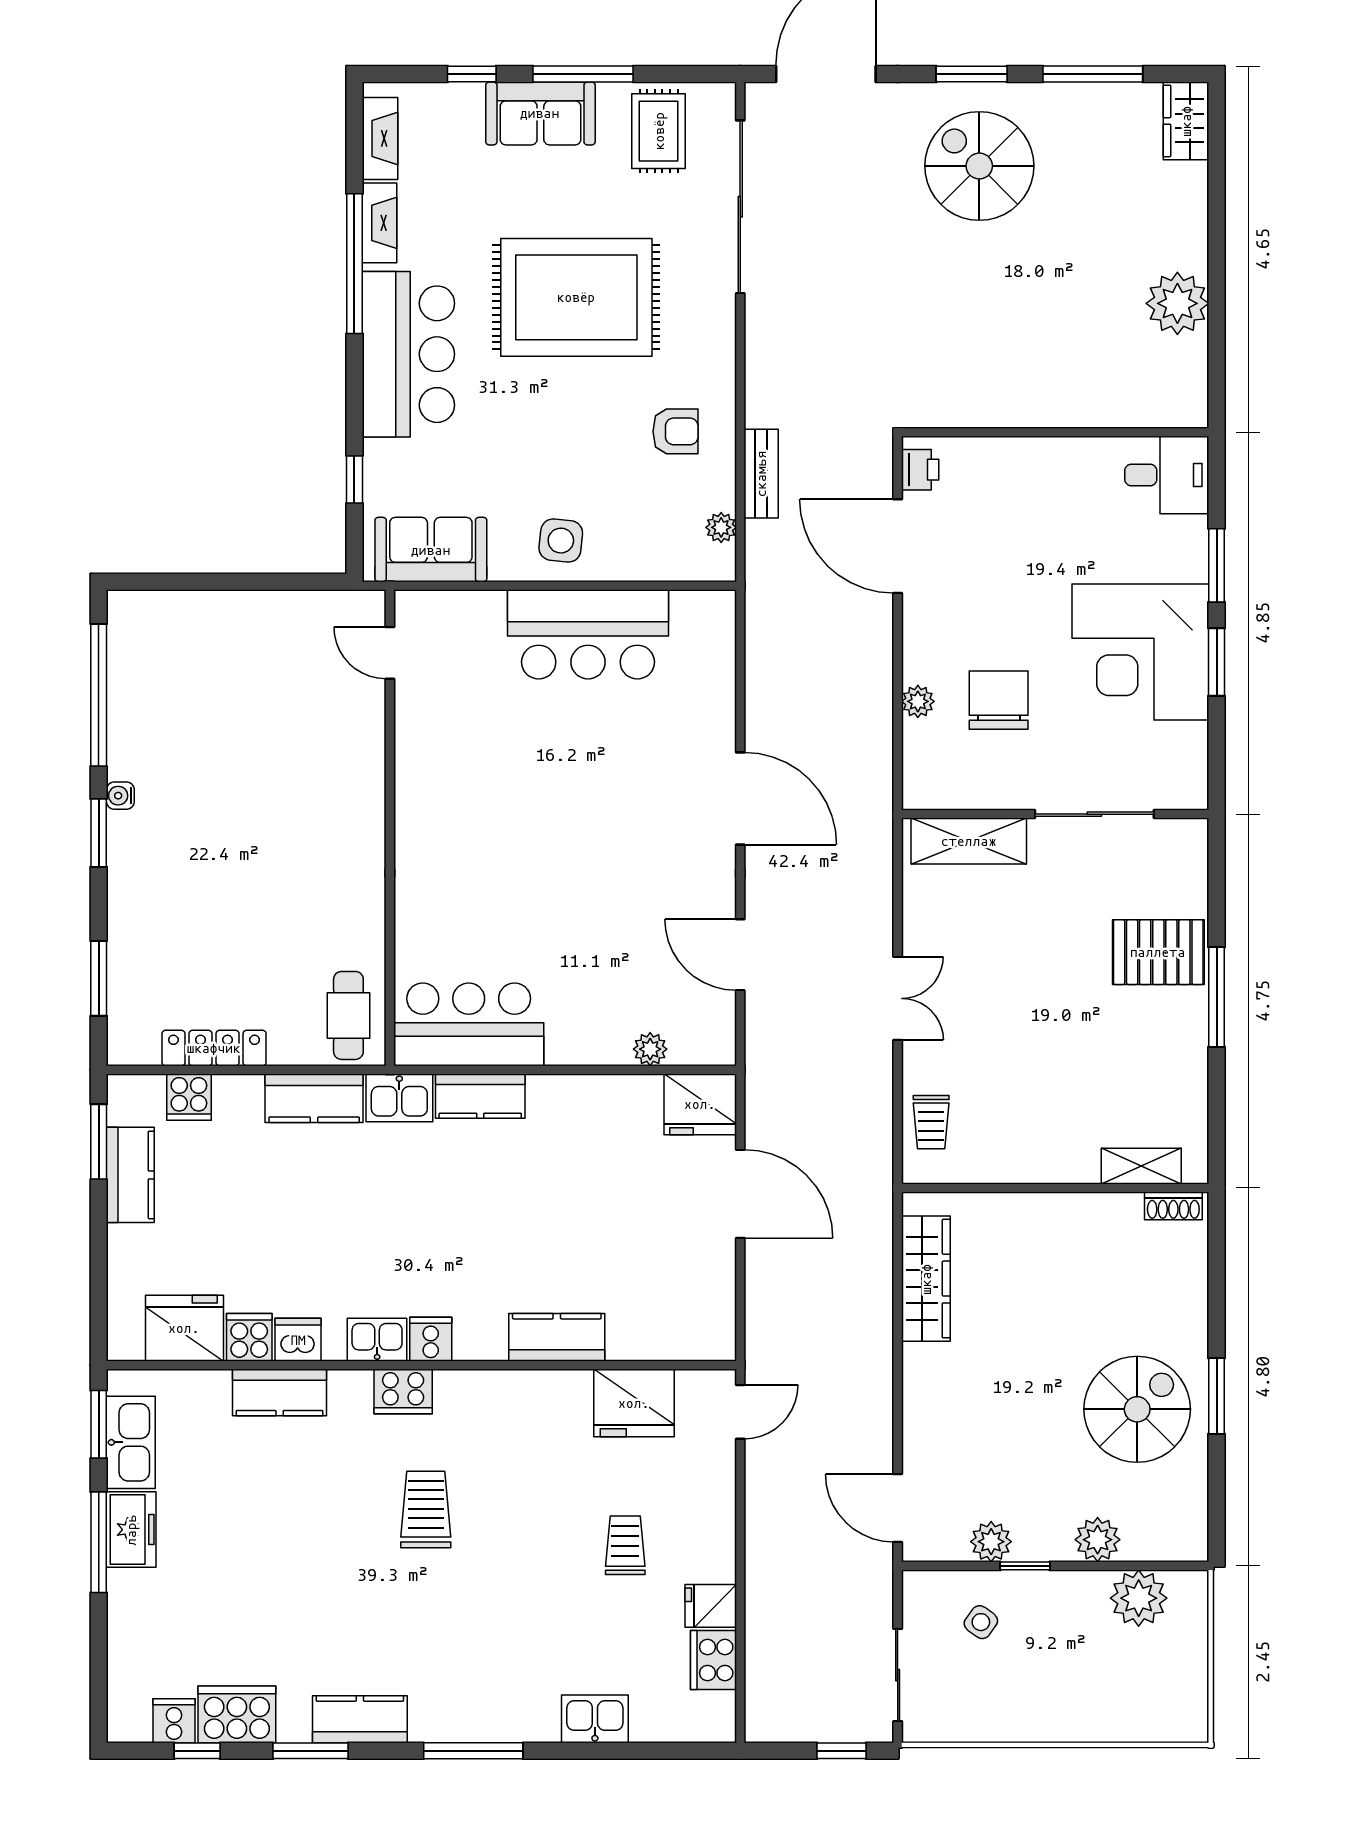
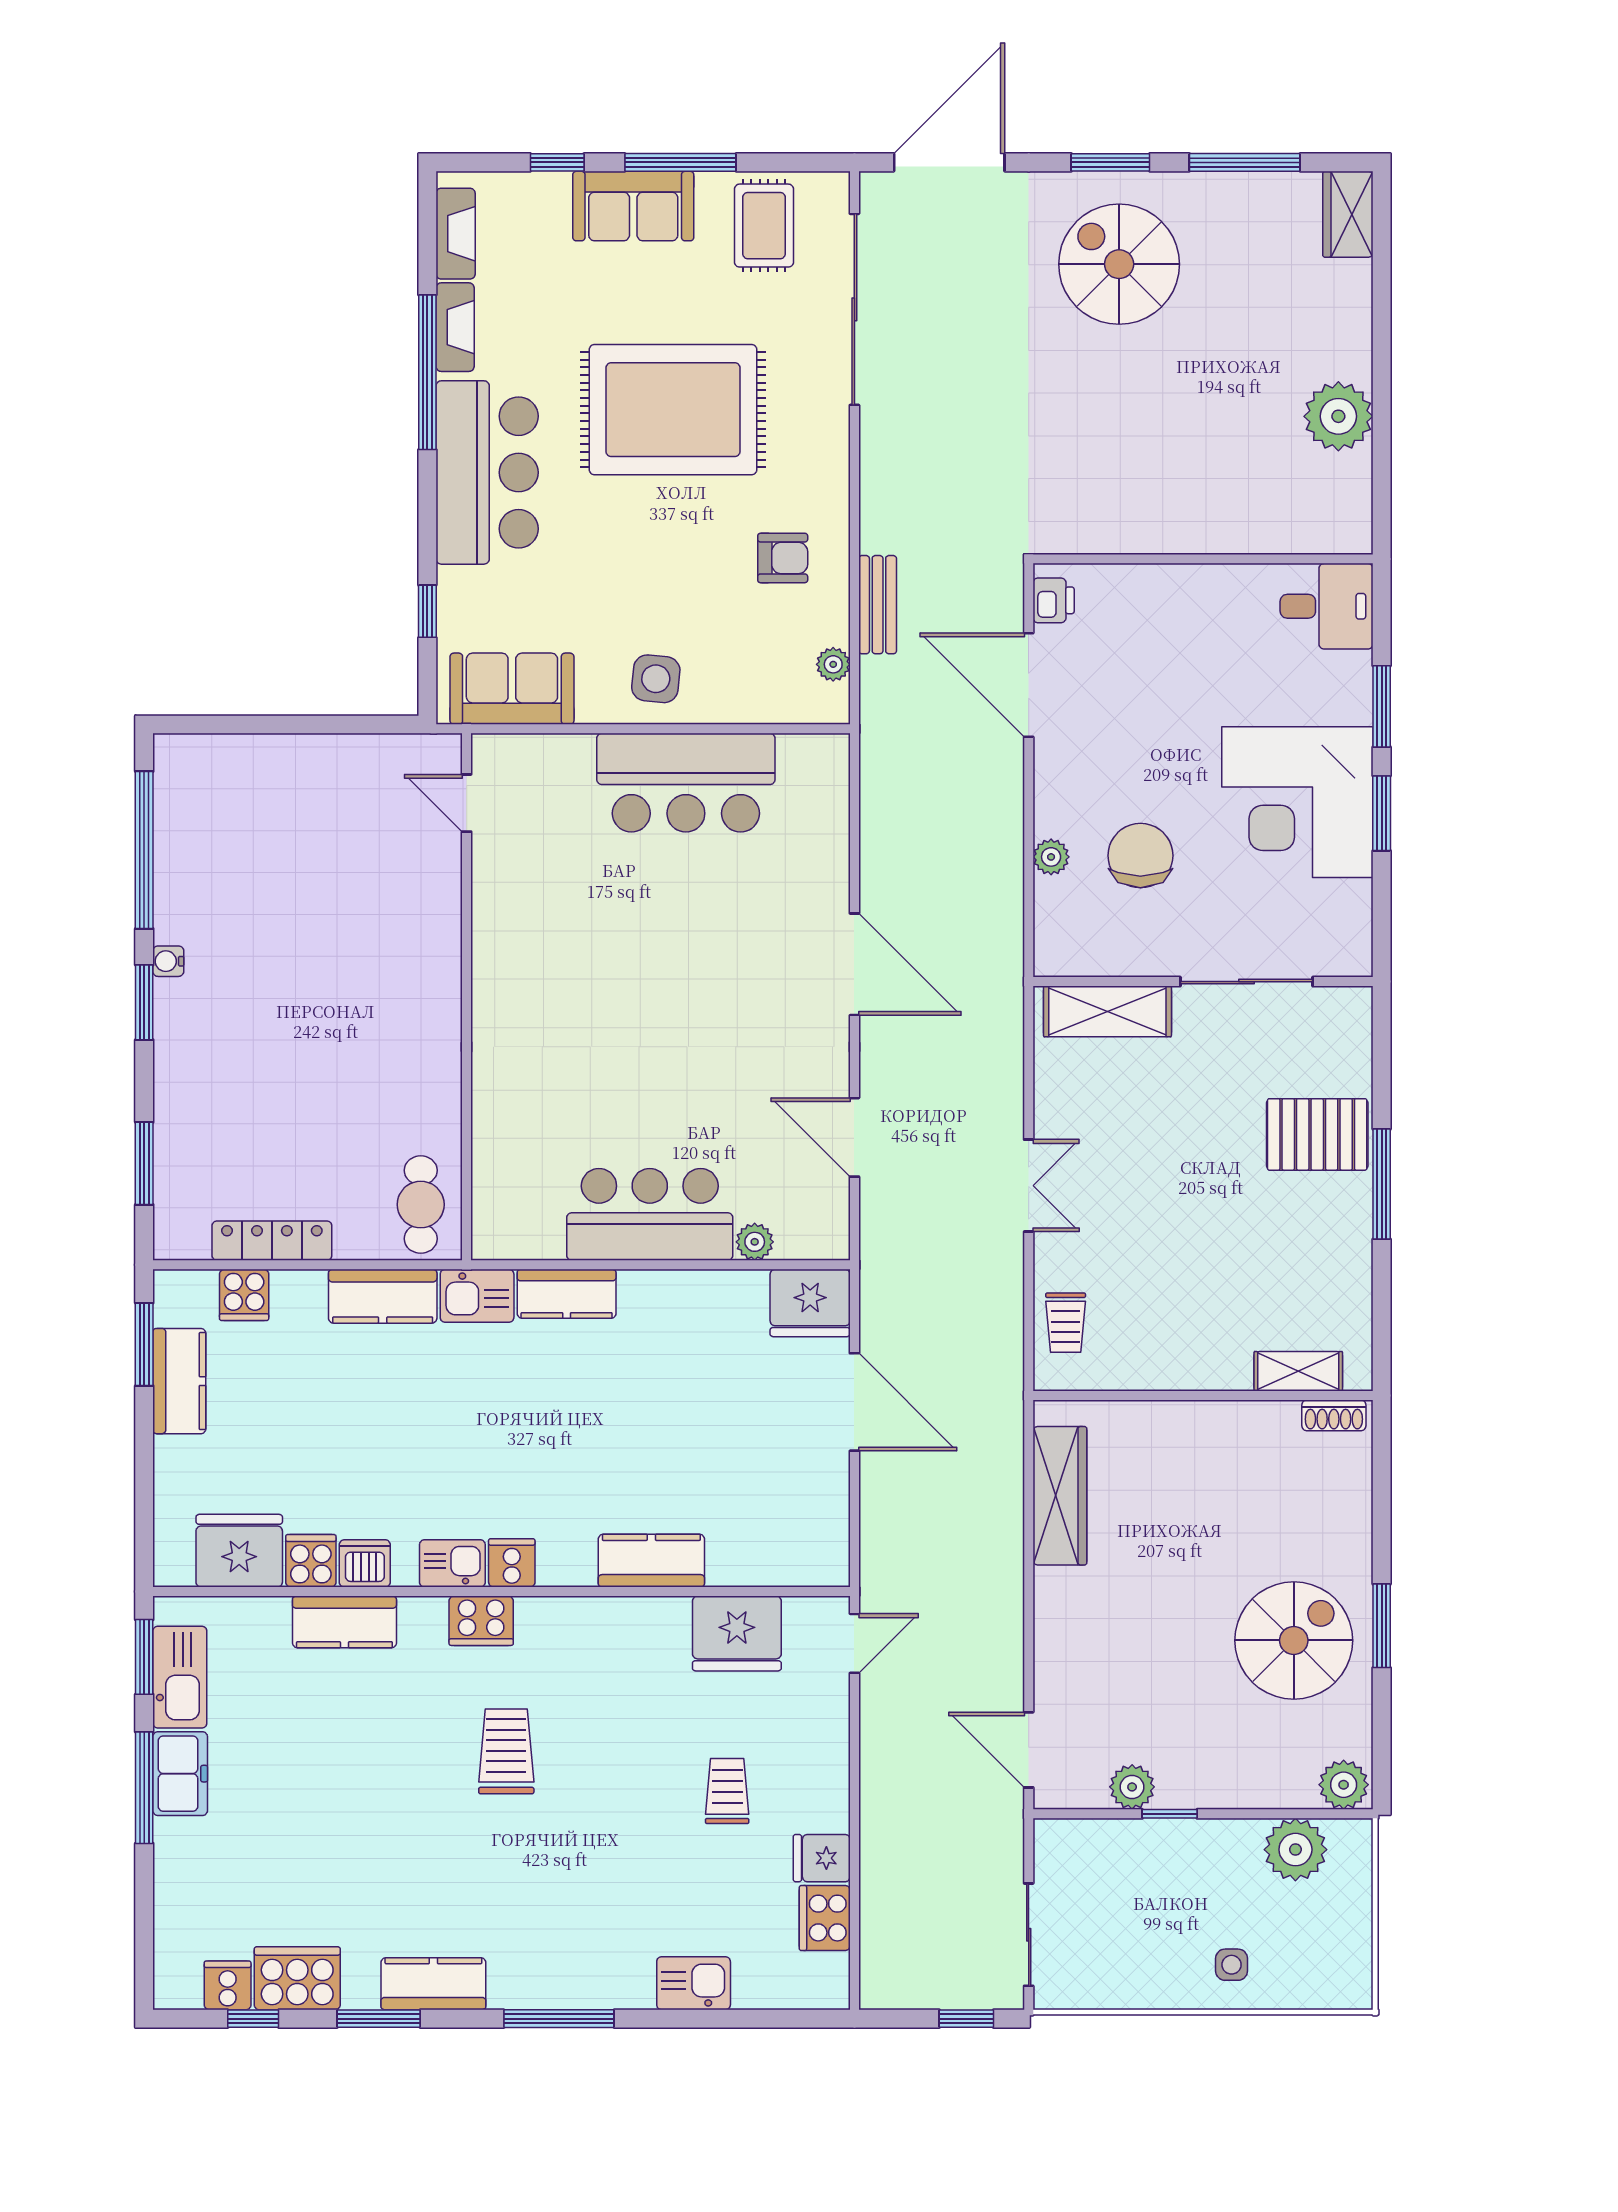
bar counter: (469, 1024) -> (650, 1214), moved
plant: (1098, 1540) -> (1344, 1785), moved
side table: (981, 1622) -> (1232, 1965), moved, turned -36

